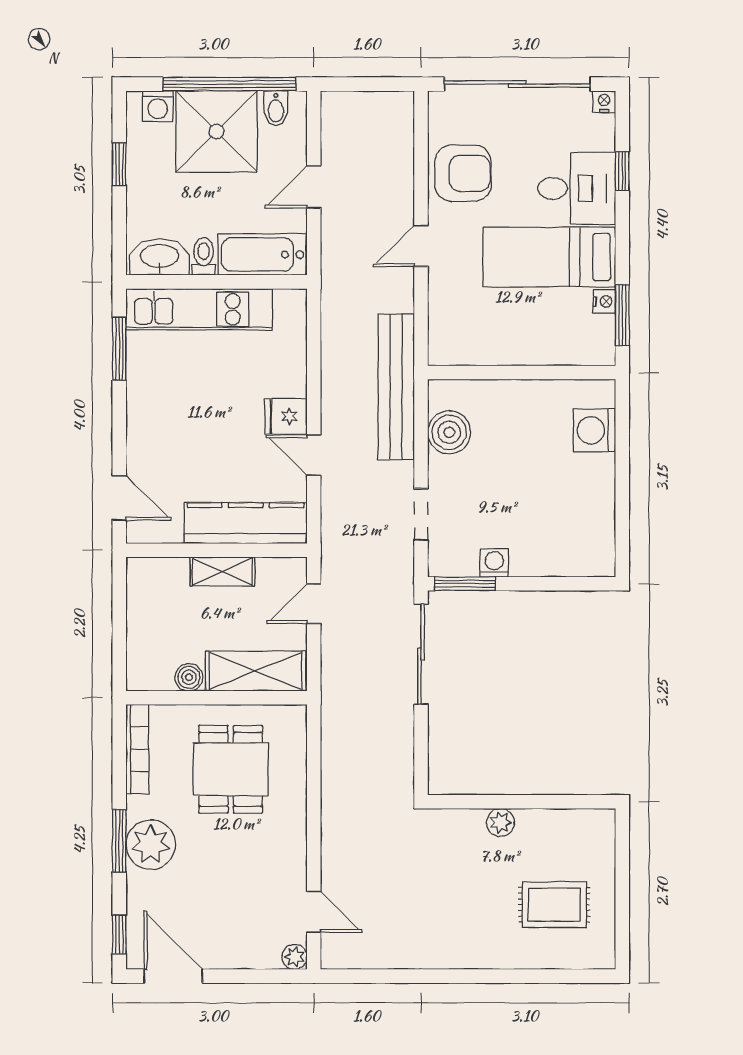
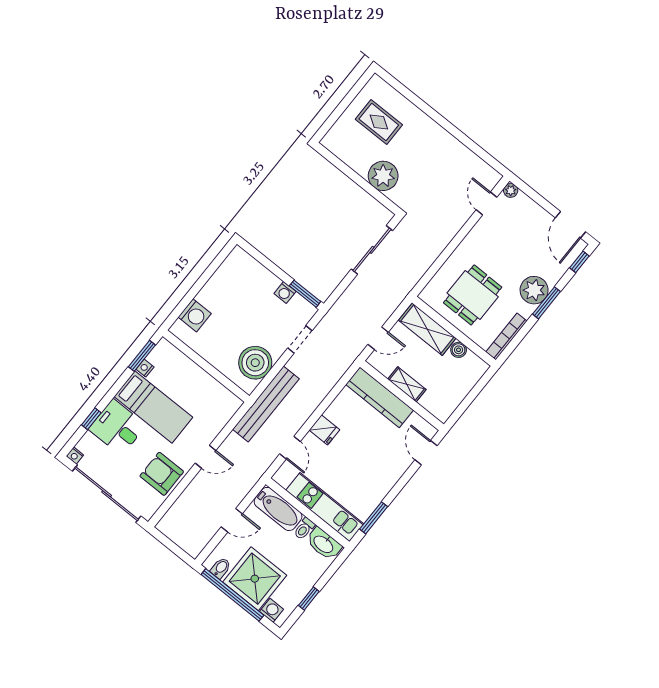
boiler: (449, 432) -> (255, 363), width x1.37, depth x1.37
door: (314, 455) -> (290, 448), moved
sliding door: (421, 654) -> (372, 250), moved
plant: (500, 822) -> (383, 176), width x1.88, depth x1.88

